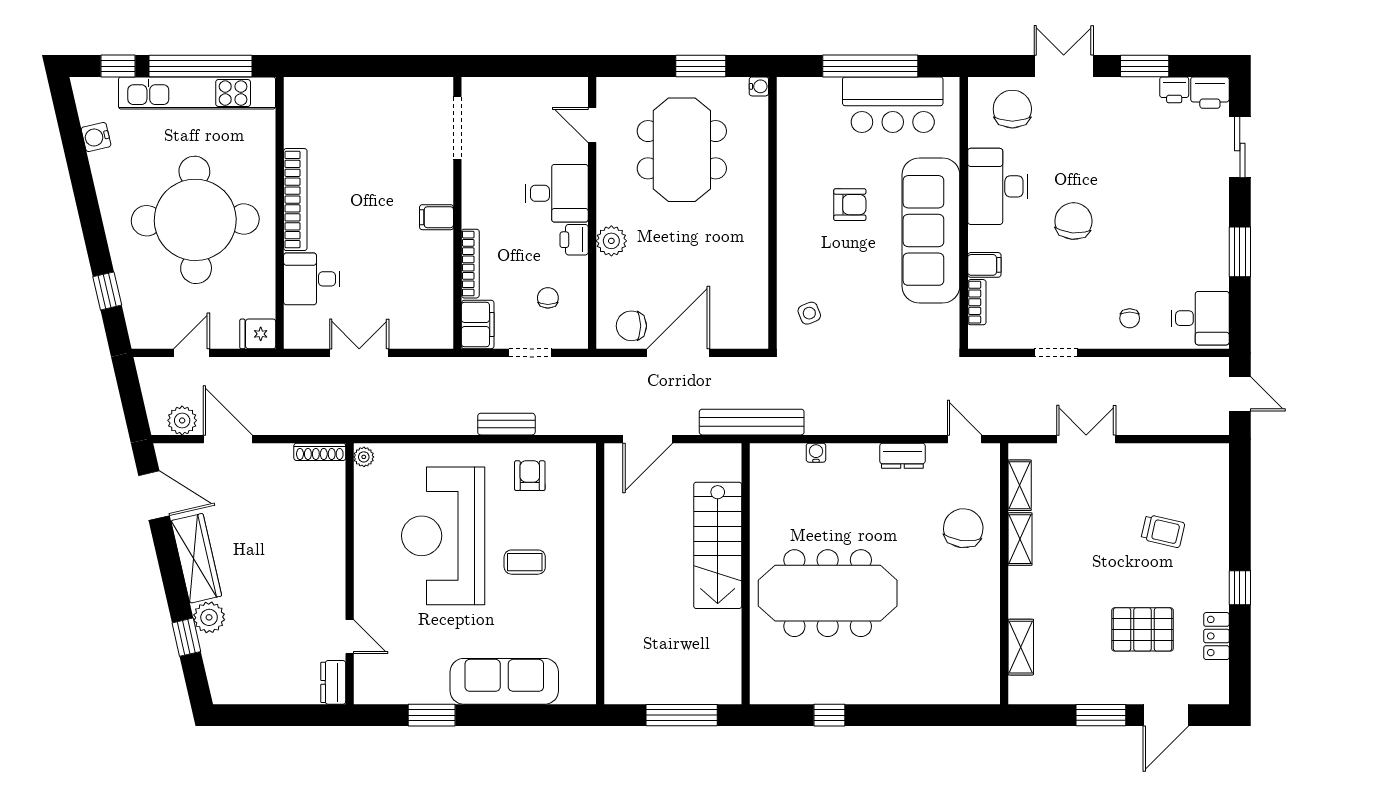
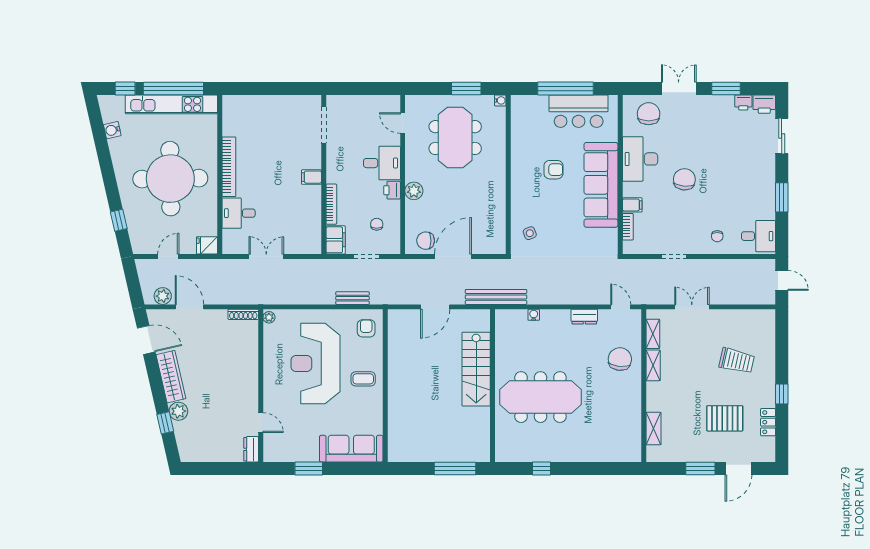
trolley: (1163, 531) -> (737, 361), width x1.36, depth x1.39
wall: (600, 574) -> (385, 386), moved

